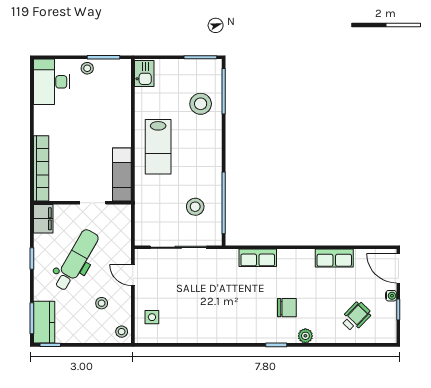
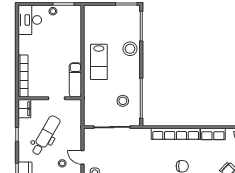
kitchen sink: (144, 74) -> (90, 15), removed
stool: (201, 104) -> (130, 49), moved
row of seats: (258, 258) -> (176, 134), width x2.02
door: (133, 275) -> (83, 157), moved

